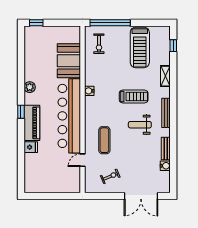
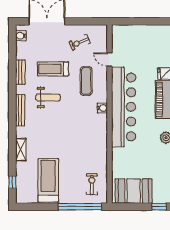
booth: (69, 61) -> (134, 191), moved, turned 90
water cooler: (89, 91) -> (102, 108), moved
treadmill: (134, 96) -> (53, 69), moved
door: (82, 160) -> (109, 60), swing flipped
water cooler: (165, 166) -> (21, 36), moved

